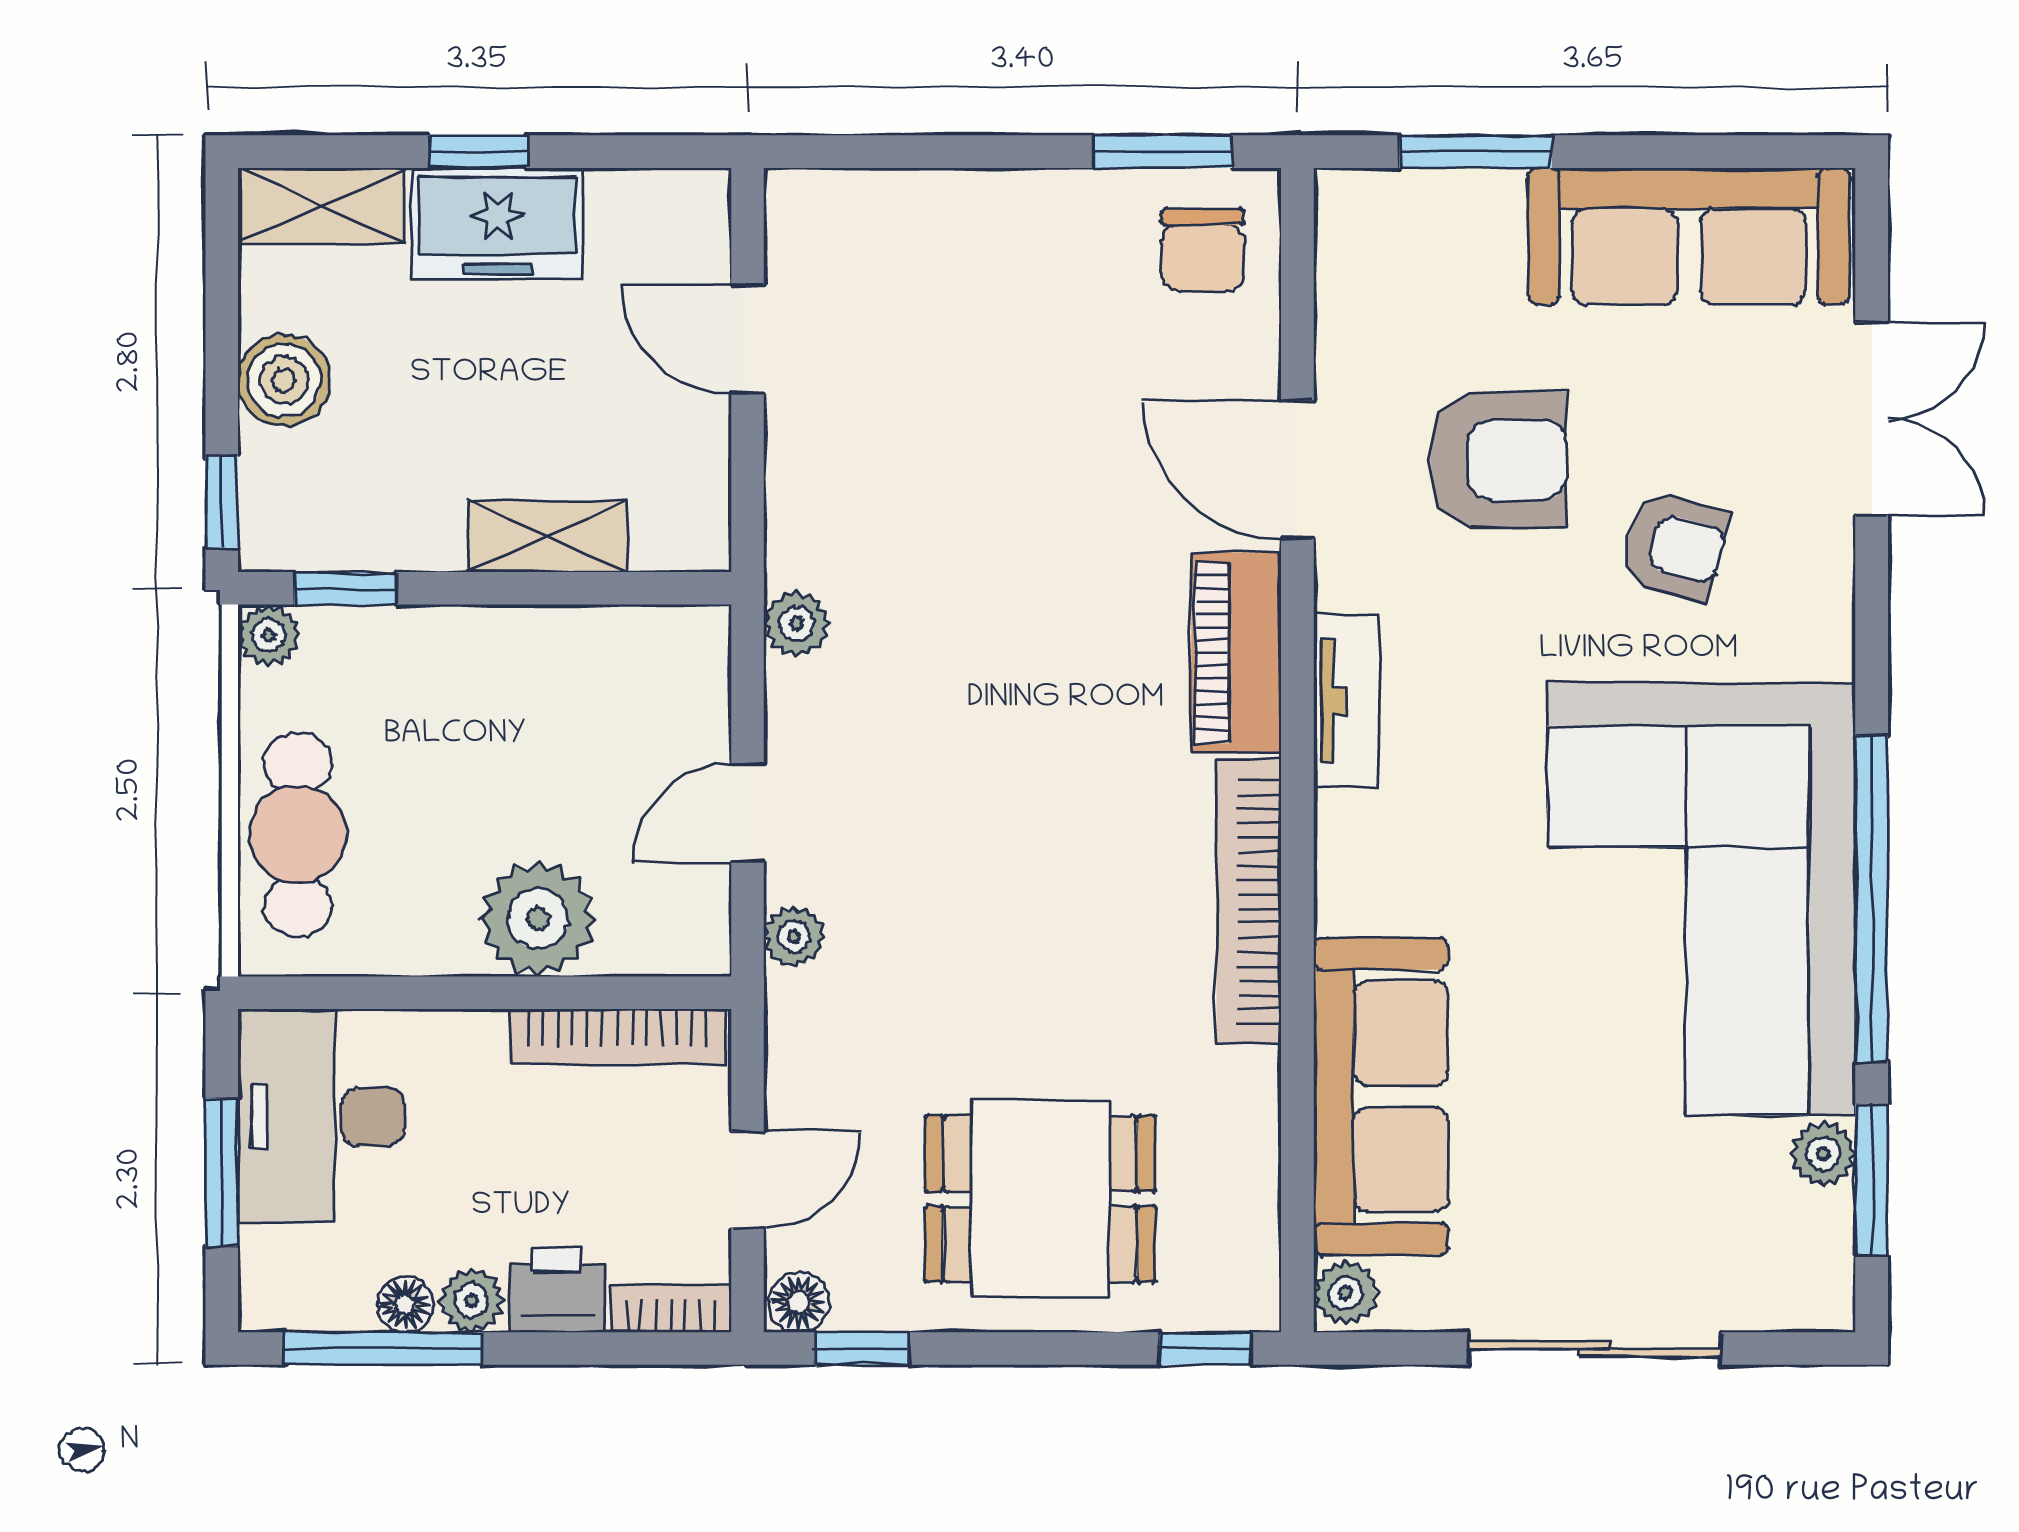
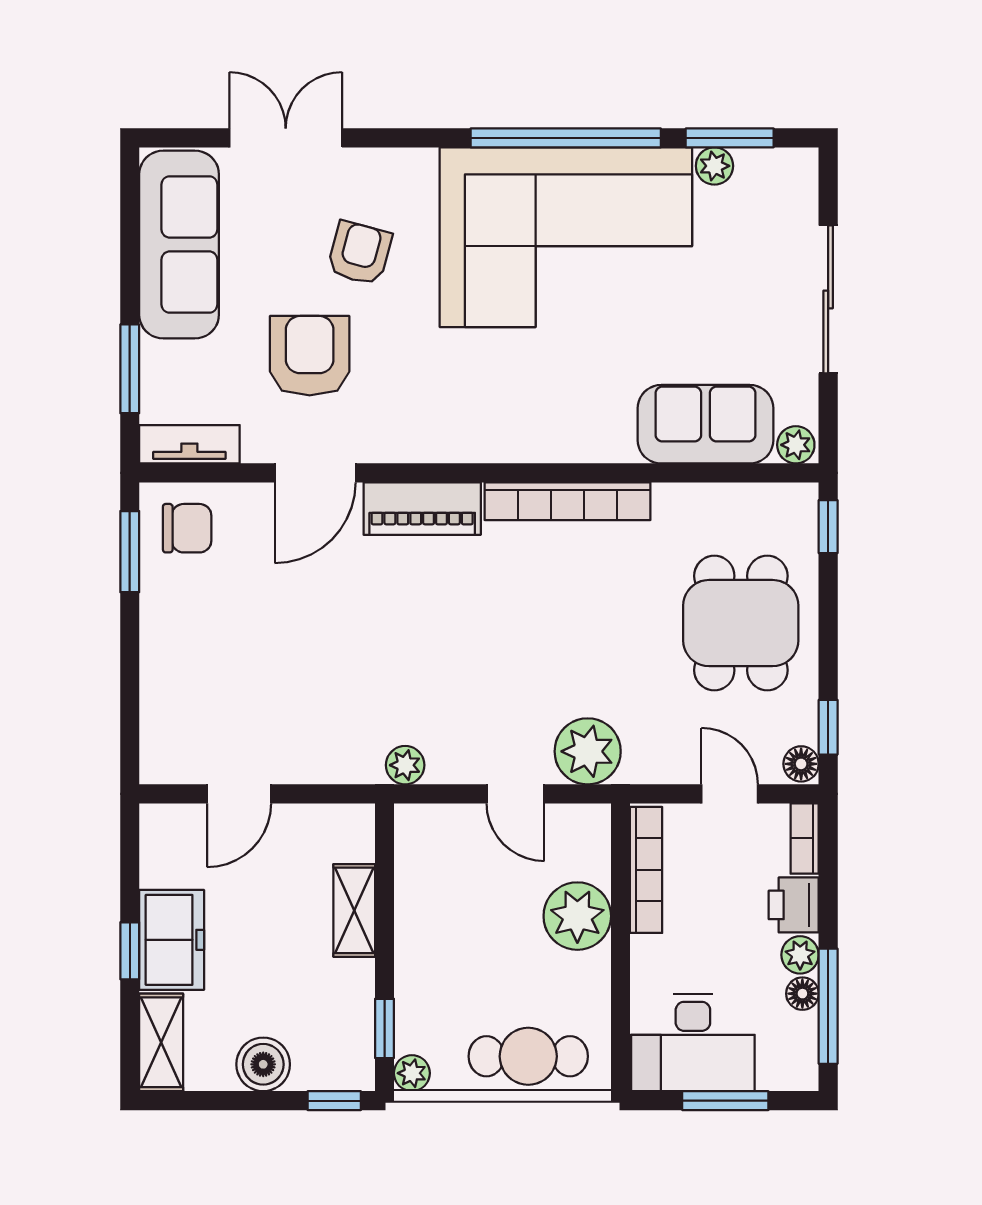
tv unit: (1346, 701) -> (189, 444), moved
plant: (794, 936) -> (588, 751), width x1.87, depth x1.87
sofa: (1381, 1096) -> (706, 424), width x0.73

